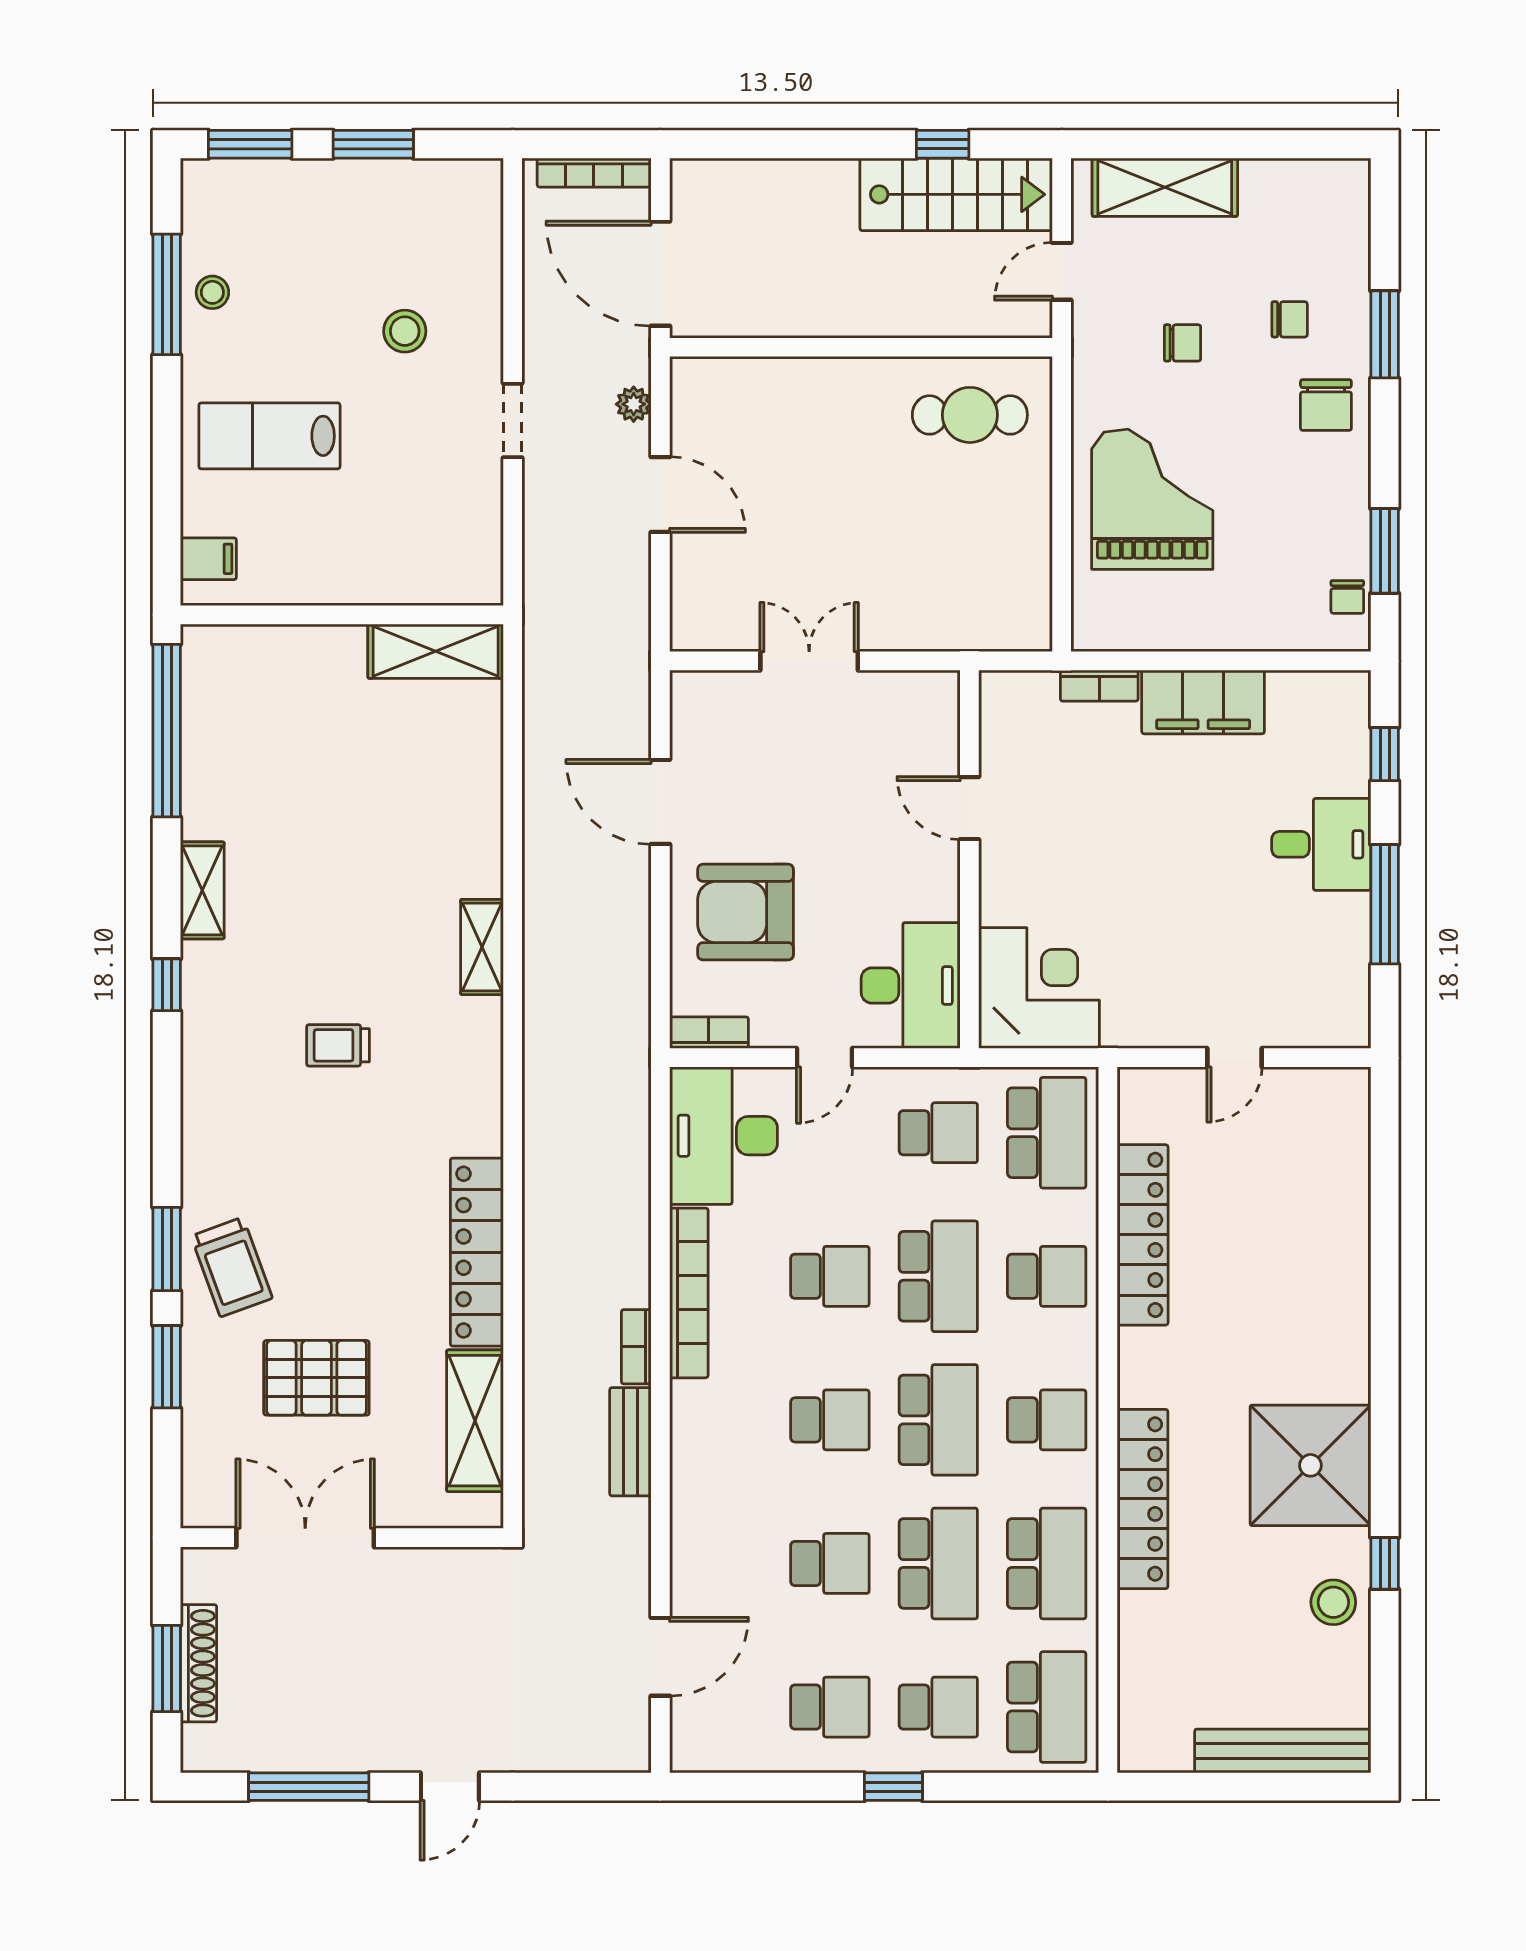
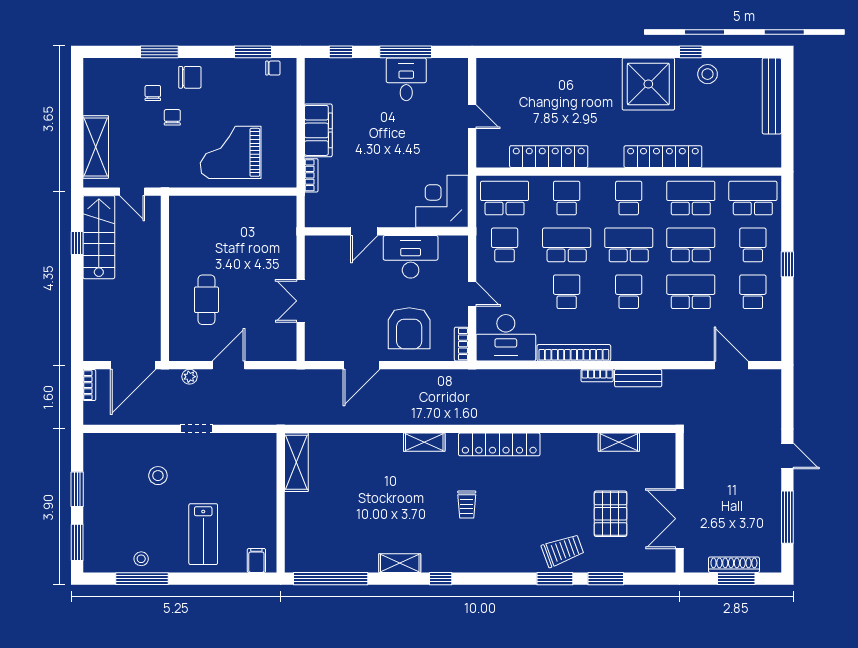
bookcase: (594, 173) -> (89, 385), width x0.64
chair: (1183, 343) -> (172, 117), moved
cafe table: (970, 415) -> (206, 300), moved
desk: (1321, 844) -> (406, 79), moved
desk: (911, 985) -> (411, 257), moved
locker: (477, 1252) -> (499, 444), moved
shelving: (475, 1421) -> (619, 442), width x0.67, depth x0.75
school desk: (830, 1563) -> (691, 292), width x1.85

